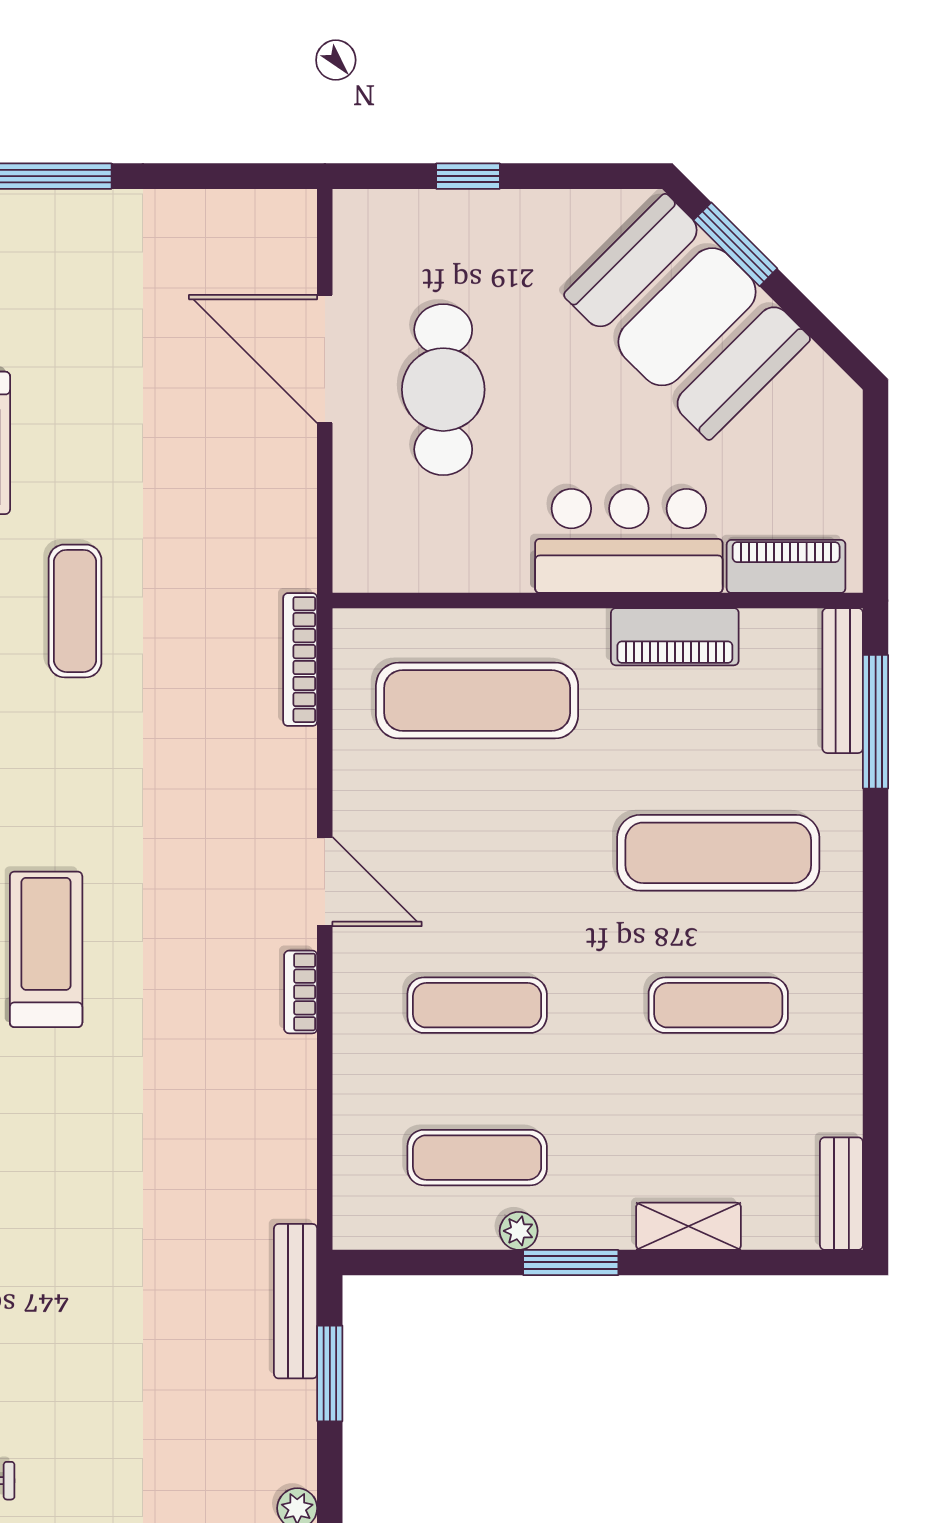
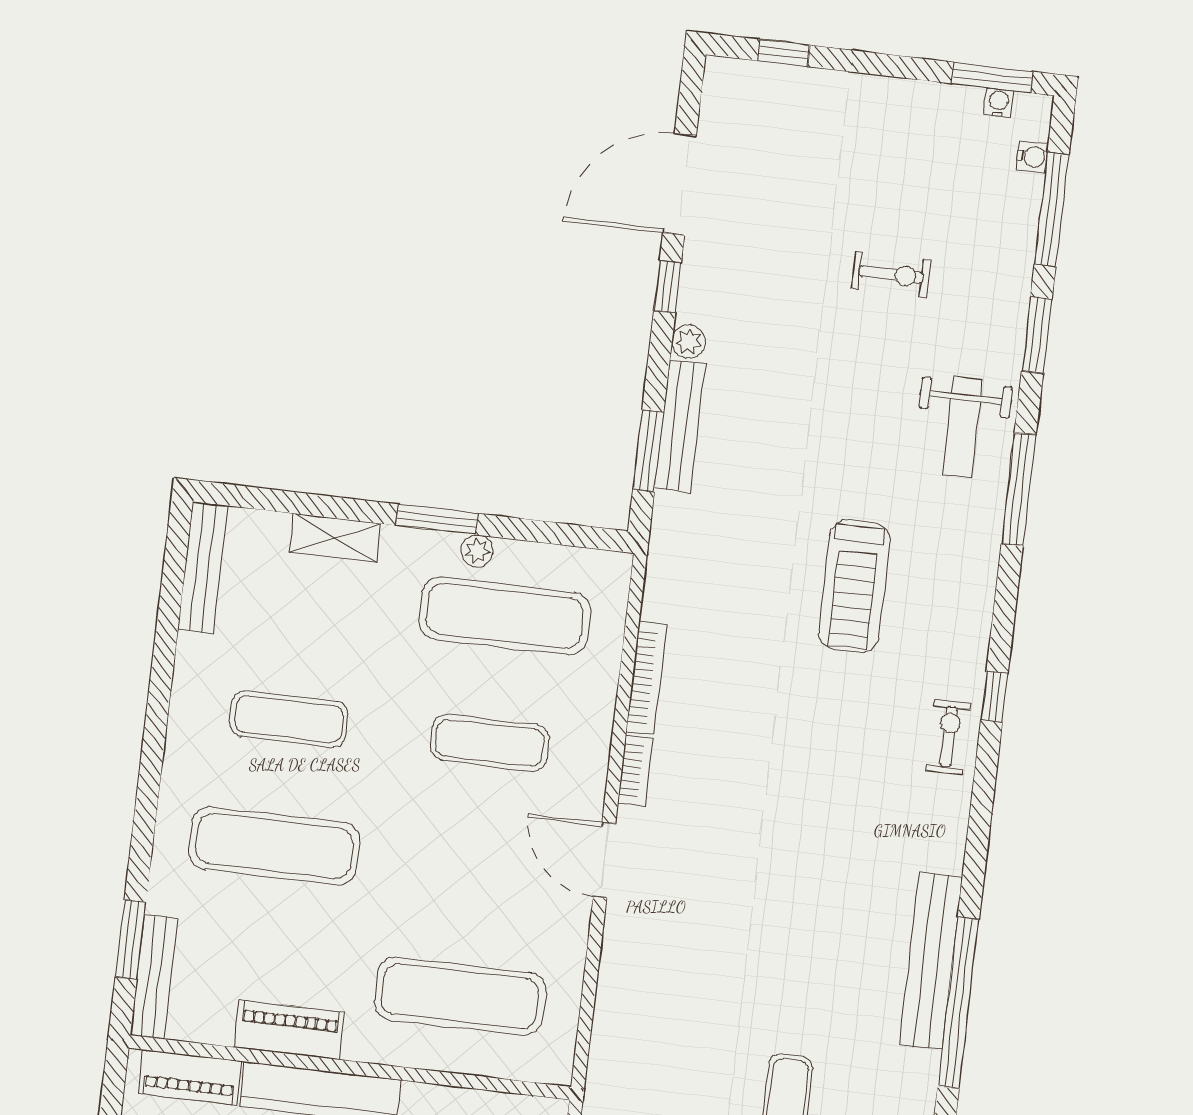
bookcase: (300, 660) -> (647, 678), moved
window: (876, 722) -> (131, 939), width x0.69
treadmill: (46, 949) -> (854, 586), moved
exercise mat: (477, 1158) -> (505, 616), width x1.36, depth x1.45
bench: (841, 1194) -> (203, 567), width x1.36
bench: (296, 1301) -> (680, 426), moved

